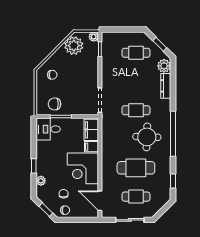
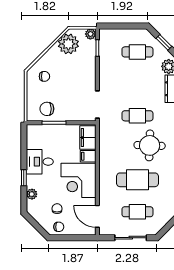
desk: (48, 129) -> (40, 162), moved
window: (46, 210) -> (37, 226), removed

